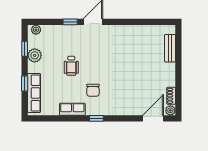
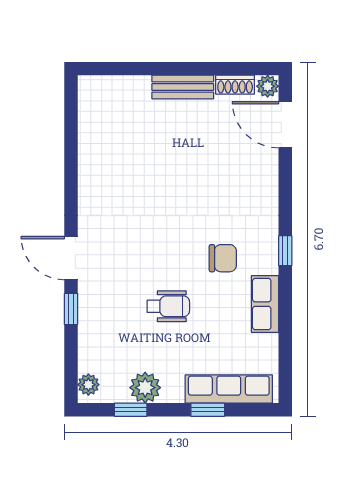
bench: (170, 48) -> (183, 87), moved

